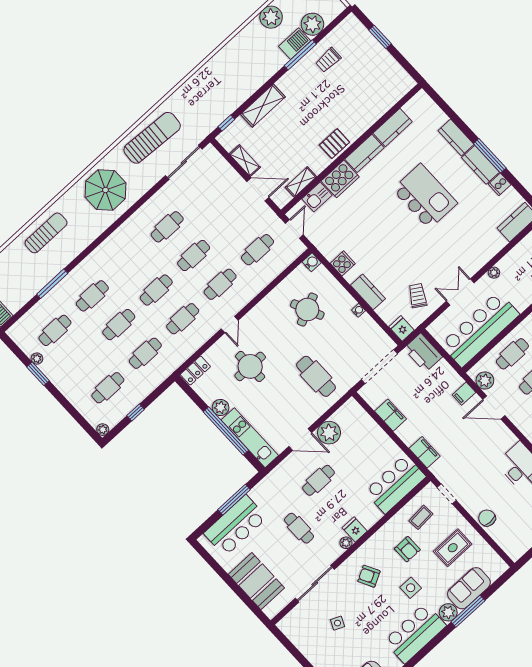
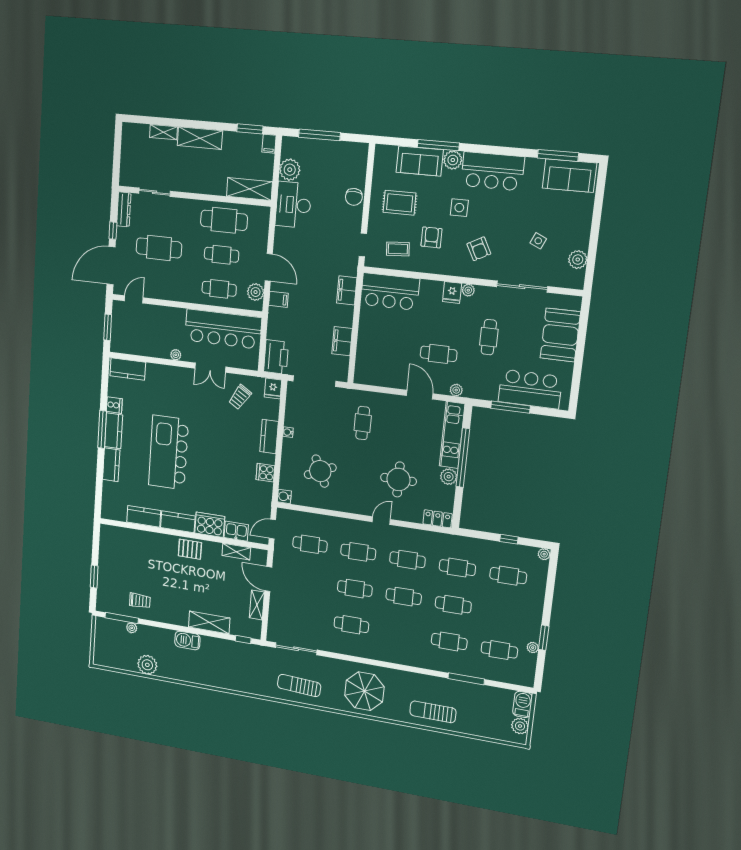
plant: (312, 24) -> (132, 628), width x0.53, depth x0.53
barbecue: (295, 44) -> (187, 640), moved
window: (300, 55) -> (122, 618), moved
sun lounger: (152, 138) -> (299, 685), width x0.73, depth x0.75
kitchen island: (425, 196) -> (168, 452), width x1.37
cafe table: (316, 376) -> (363, 423), width x0.73, depth x0.74
plant: (329, 433) -> (456, 390), moved, width x0.53, depth x0.53
plant: (300, 639) -> (578, 260), added

